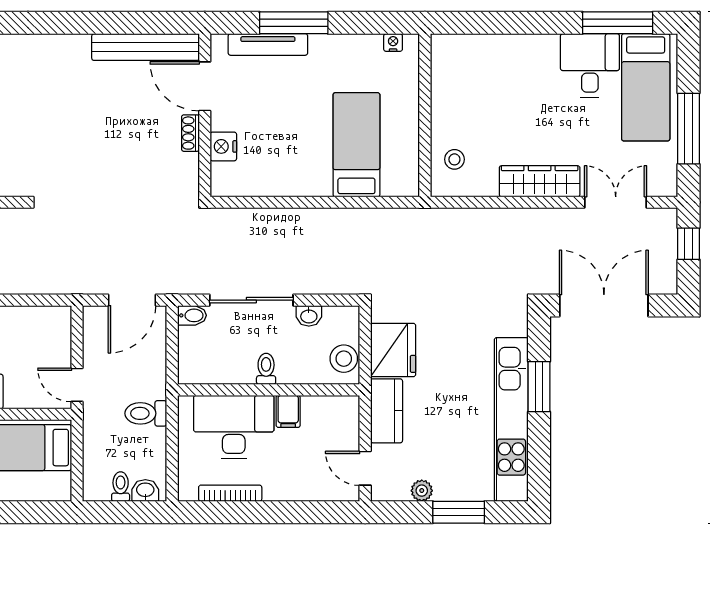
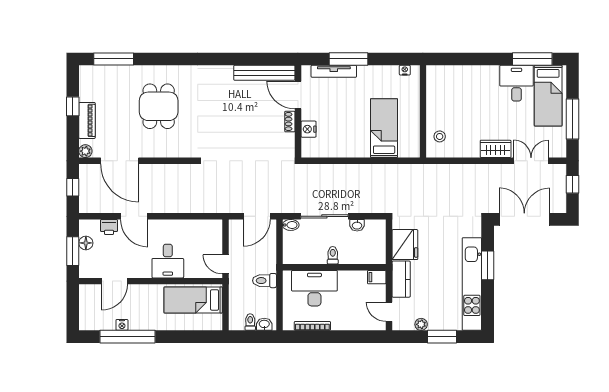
wardrobe: (540, 181) -> (496, 149), width x0.67
stool: (344, 359) -> (377, 250), removed
filing cabinet: (288, 411) -> (377, 277), moved, turned 90

